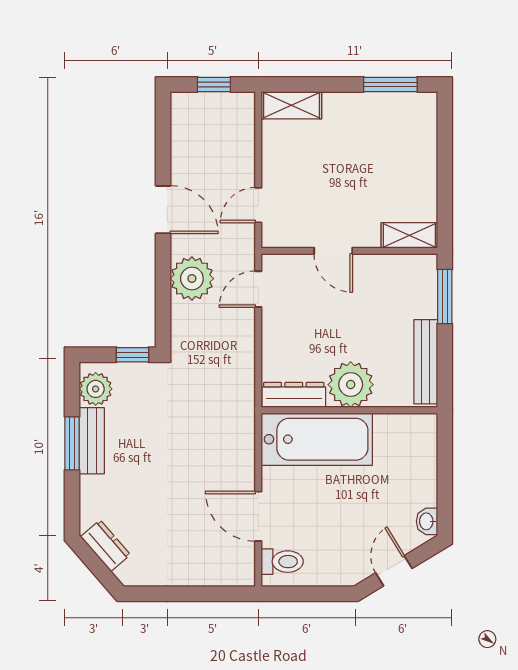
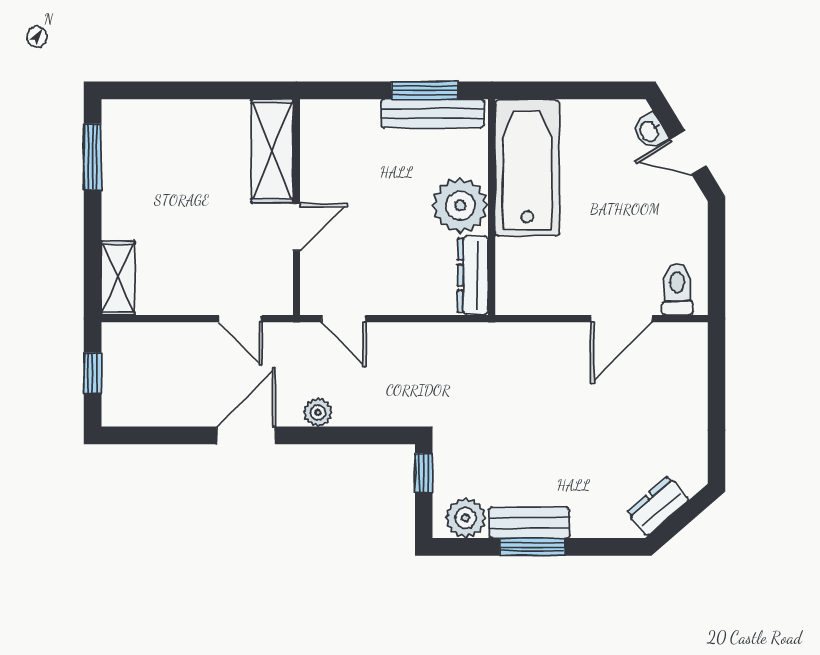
shelving: (409, 235) -> (272, 151), width x1.50, depth x1.33
plant: (192, 279) -> (318, 412), width x0.53, depth x0.53
window: (445, 296) -> (425, 90), moved
bathtub: (317, 439) -> (527, 168), moved
washbasin: (427, 521) -> (650, 131), moved, turned 59

